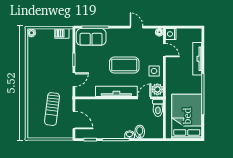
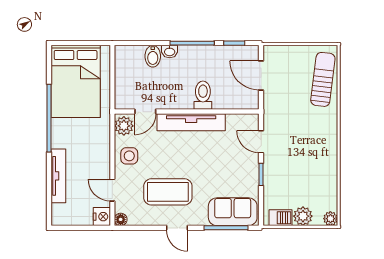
door: (136, 27) -> (177, 228), moved
plant: (48, 34) -> (303, 216), added
coffee table: (124, 65) -> (168, 192), moved
door: (74, 80) -> (261, 142), hinge flipped
toilet: (158, 108) -> (203, 95), moved
sun lounger: (52, 109) -> (323, 79), moved

